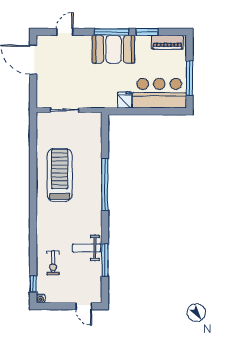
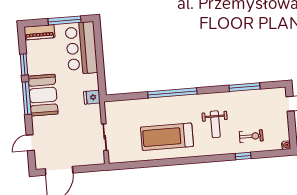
door: (65, 32) -> (30, 143), hinge flipped
piano: (167, 42) -> (39, 32), moved, turned 90
fridge: (124, 100) -> (92, 97), moved
weight bench: (87, 248) -> (215, 124), moved
window: (33, 284) -> (243, 156), moved

